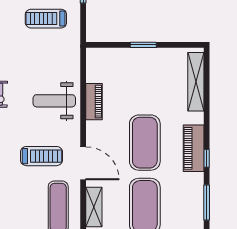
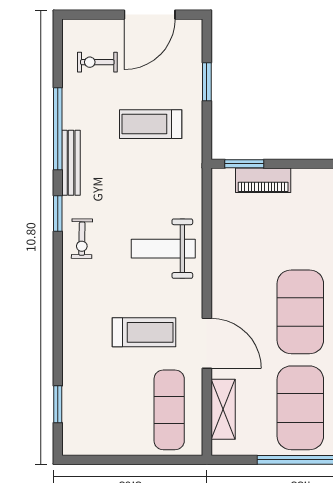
window: (143, 45) -> (244, 164), moved
piano: (94, 102) -> (263, 180), moved, turned 90

